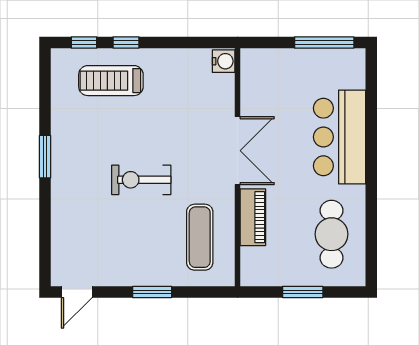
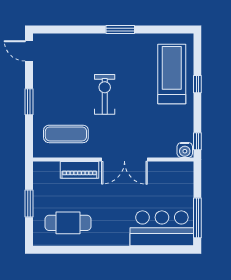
window: (84, 42) -> (197, 141), moved
treadmill: (111, 81) -> (172, 74), width x1.37, depth x1.38
bar counter: (340, 137) -> (162, 228), moved

